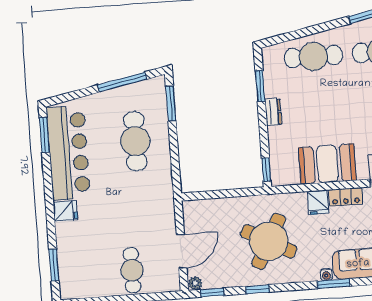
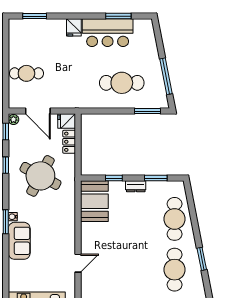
window: (44, 135) -> (118, 16), moved
bar counter: (68, 153) -> (108, 33), width x0.73
booth: (327, 164) -> (94, 201), moved
window: (266, 169) -> (114, 178), moved
locker: (346, 197) -> (69, 142), moved
fridge: (318, 202) -> (67, 121), moved

